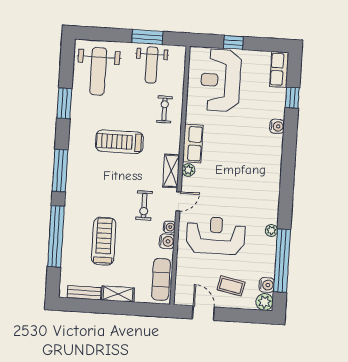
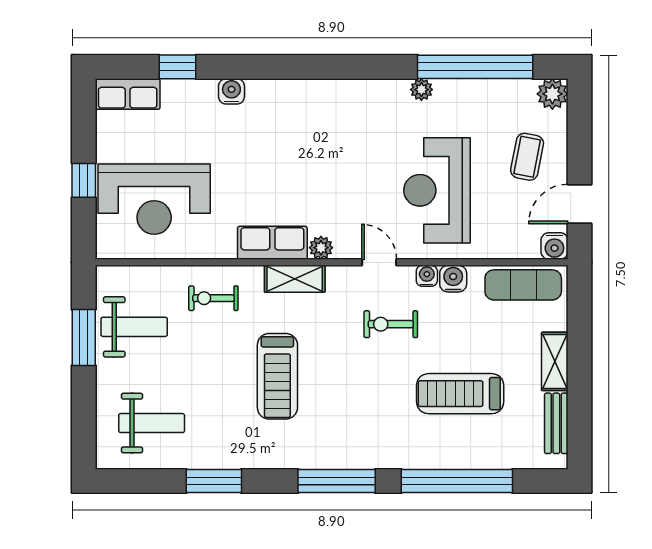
weight bench: (98, 71) -> (152, 423), width x0.73, depth x0.75
shelving: (171, 171) -> (295, 279), moved
exercise bike: (144, 206) -> (391, 324), turned 180
water cooler: (267, 285) -> (554, 246), moved, turned 180

